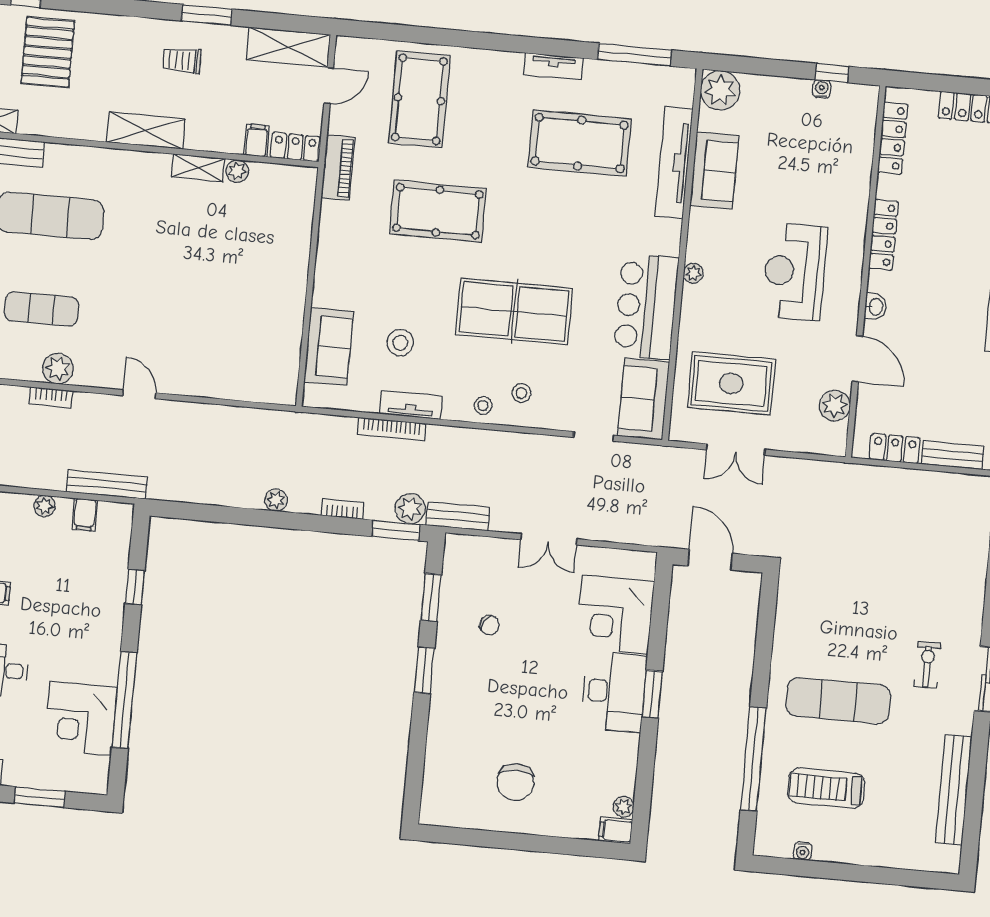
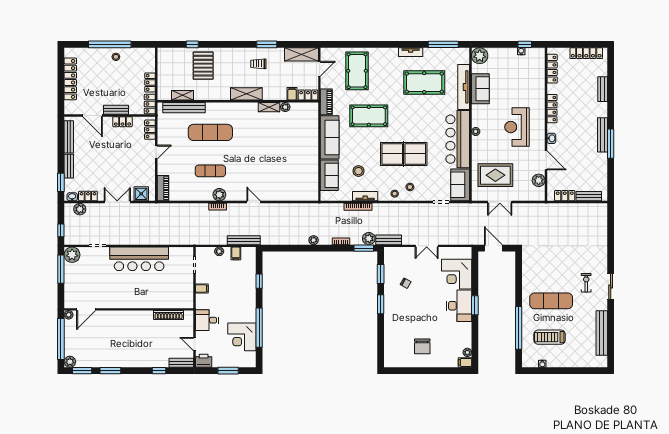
sofa: (338, 255) -> (330, 137), added
bar counter: (646, 306) -> (458, 139), width x1.36

